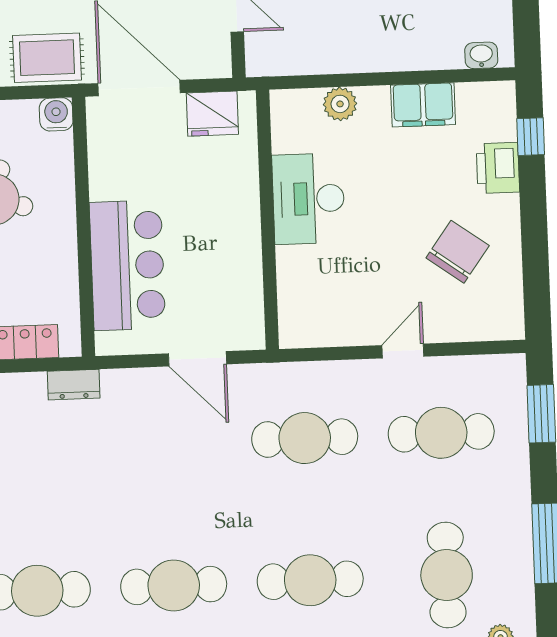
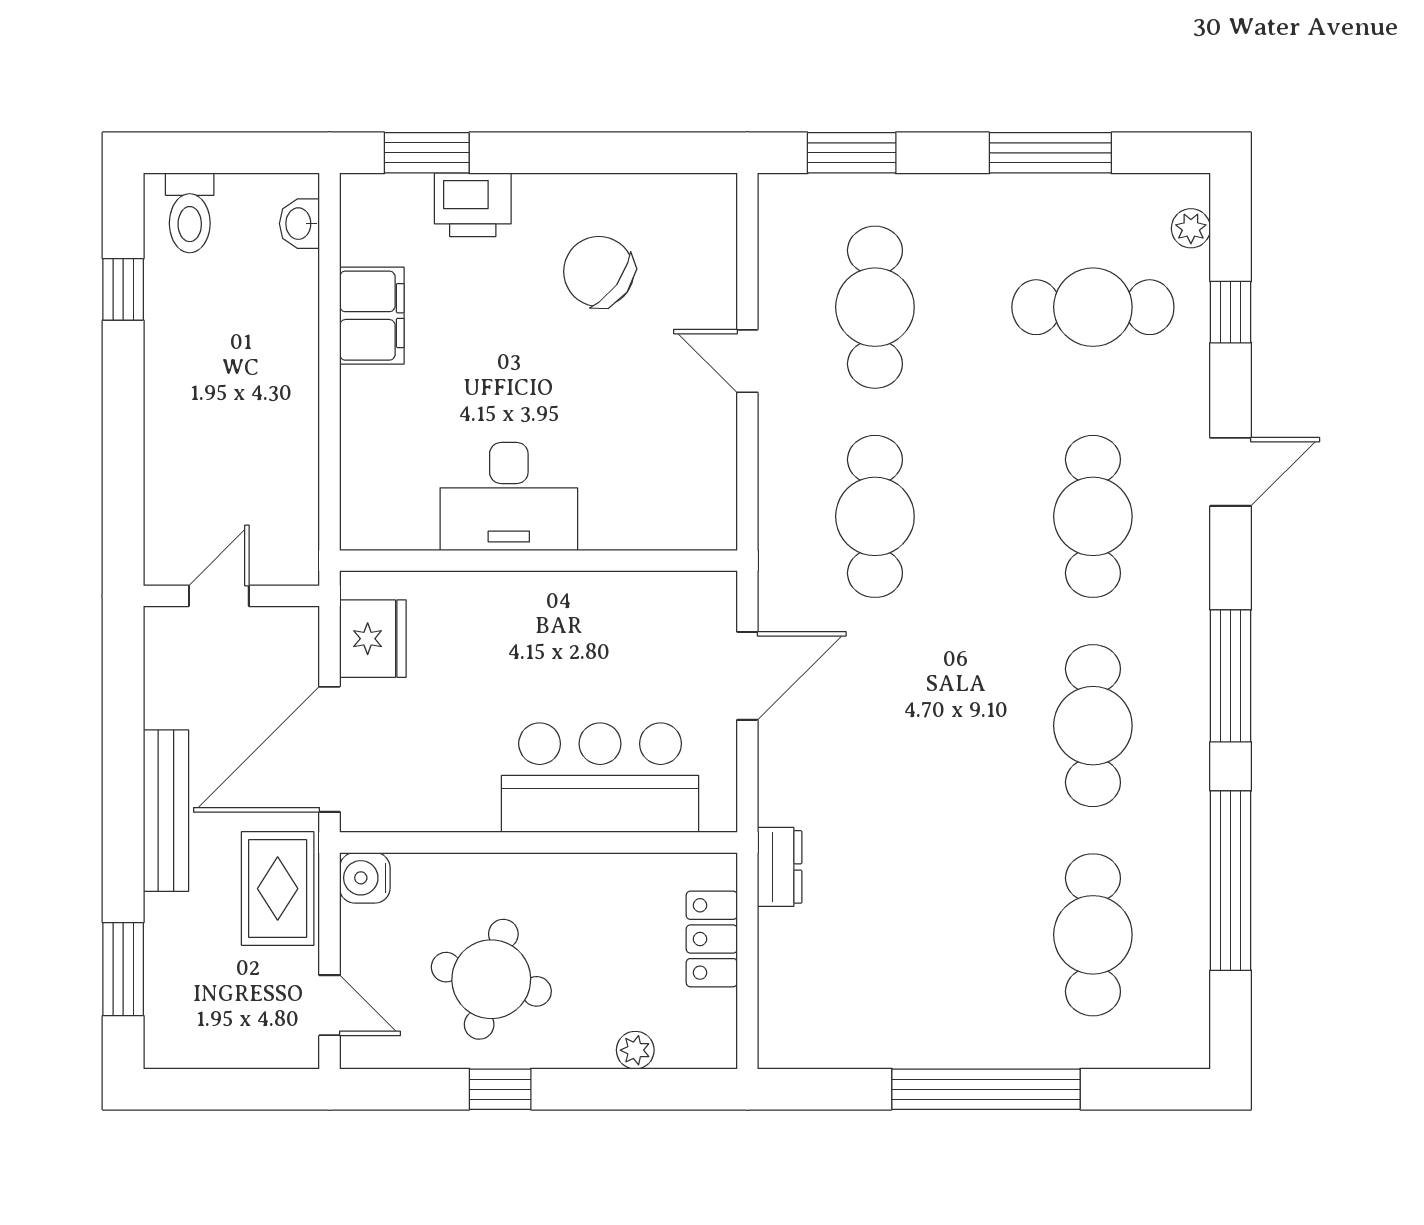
plant: (340, 104) -> (366, 443), removed
window: (531, 137) -> (427, 153), width x1.50

